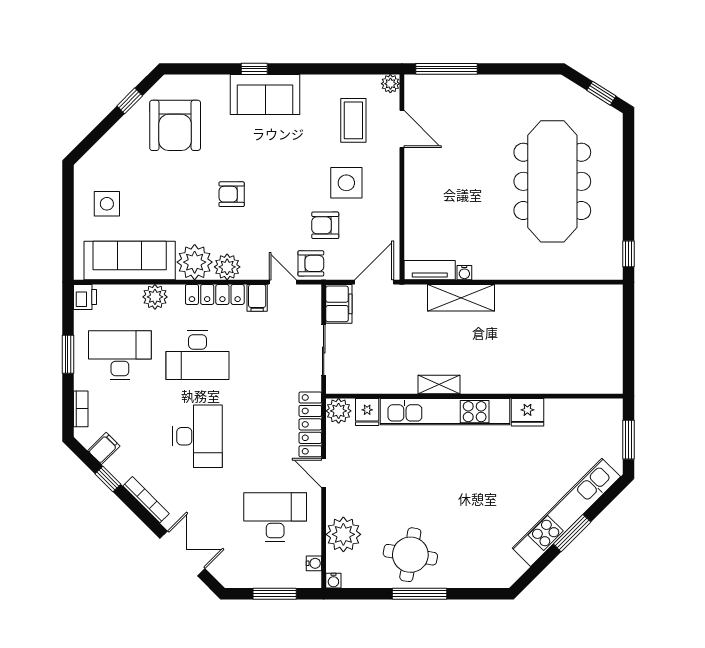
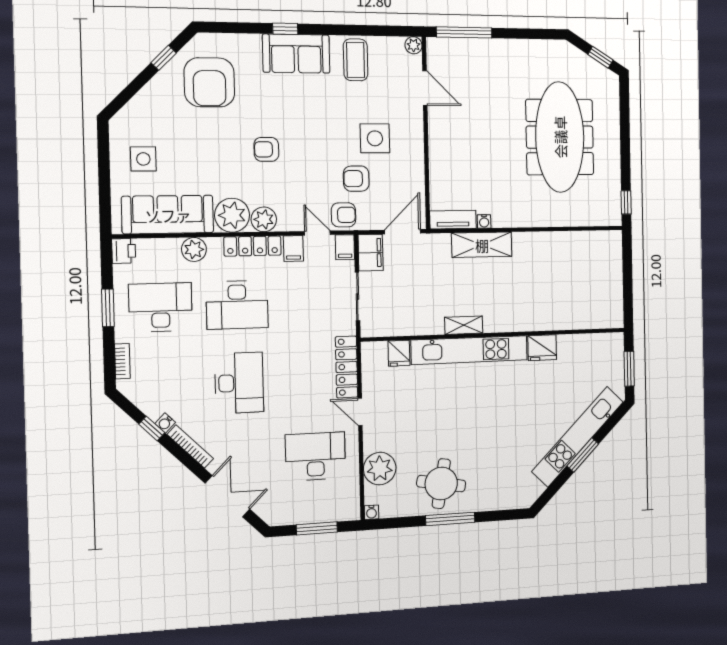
coffee table: (353, 120) -> (356, 60), moved
plant: (339, 411) -> (373, 353), removed
filing cabinet: (104, 448) -> (345, 247), moved, turned 135
water cooler: (314, 563) -> (165, 423), moved, turned 135

